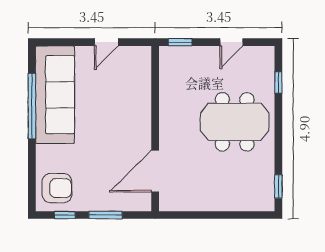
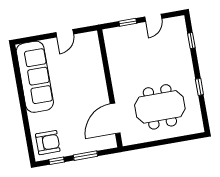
window: (180, 42) -> (128, 22), moved
window: (32, 106) -> (20, 88), removed
meeting table: (235, 122) -> (160, 107), moved
window: (278, 186) -> (199, 87), moved

